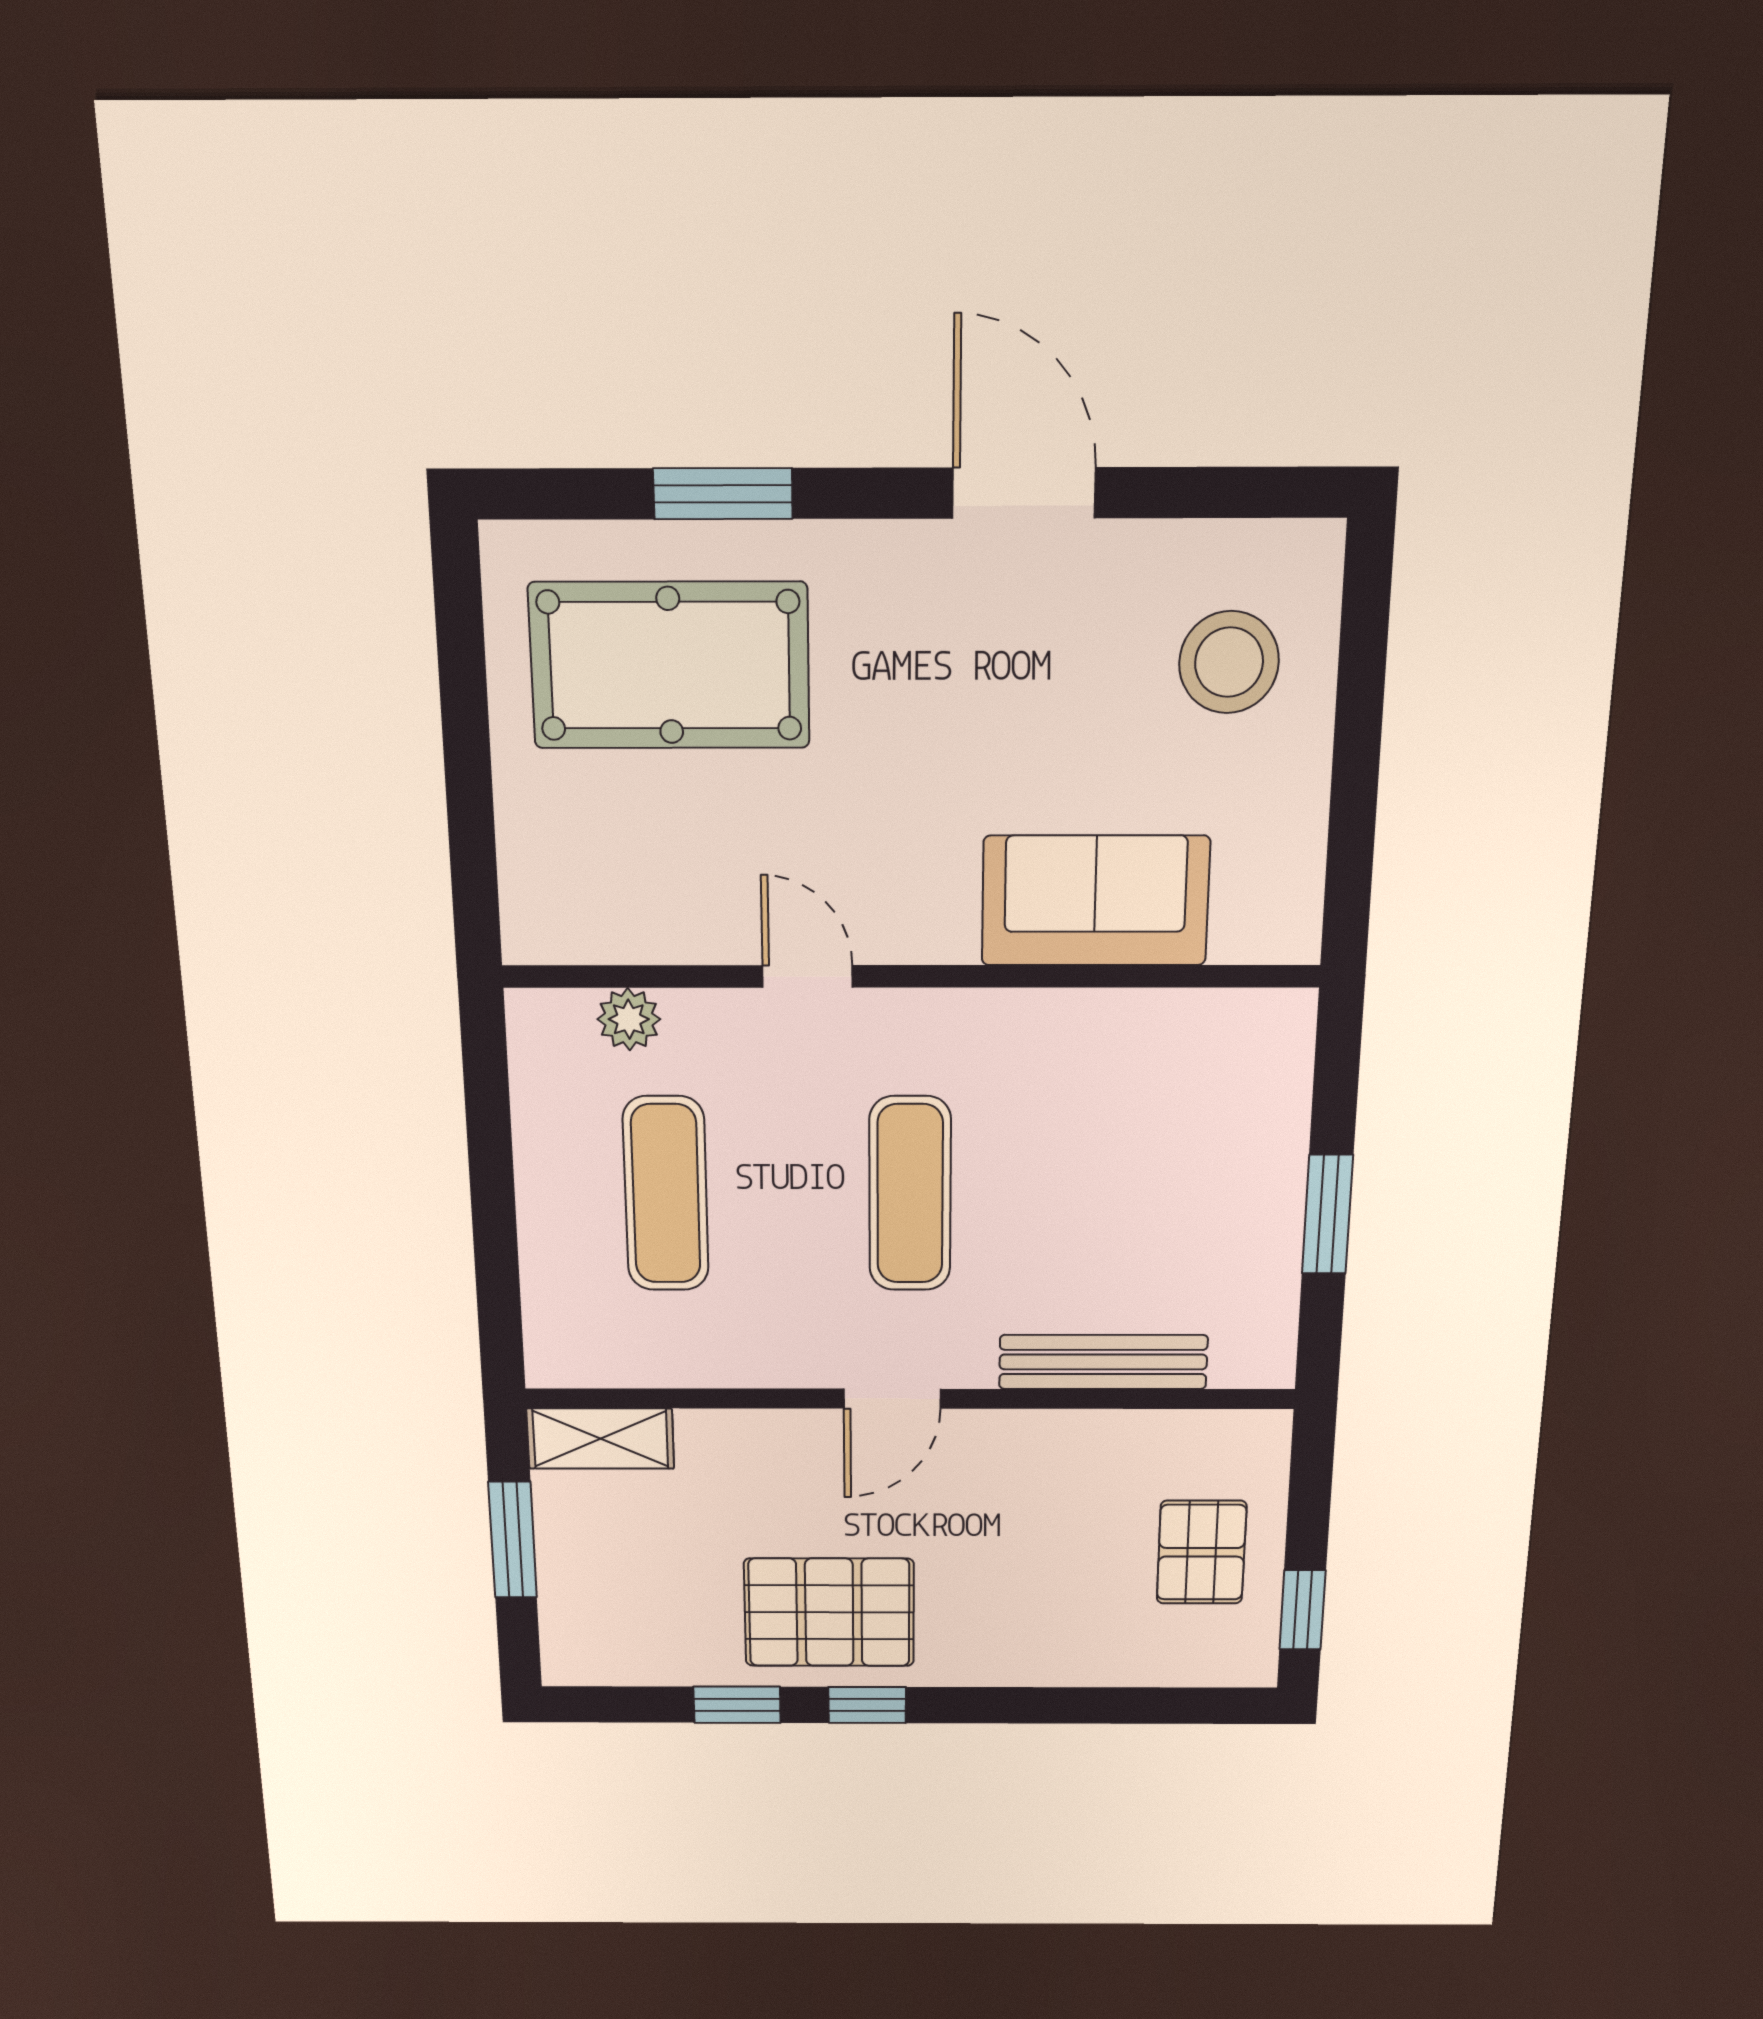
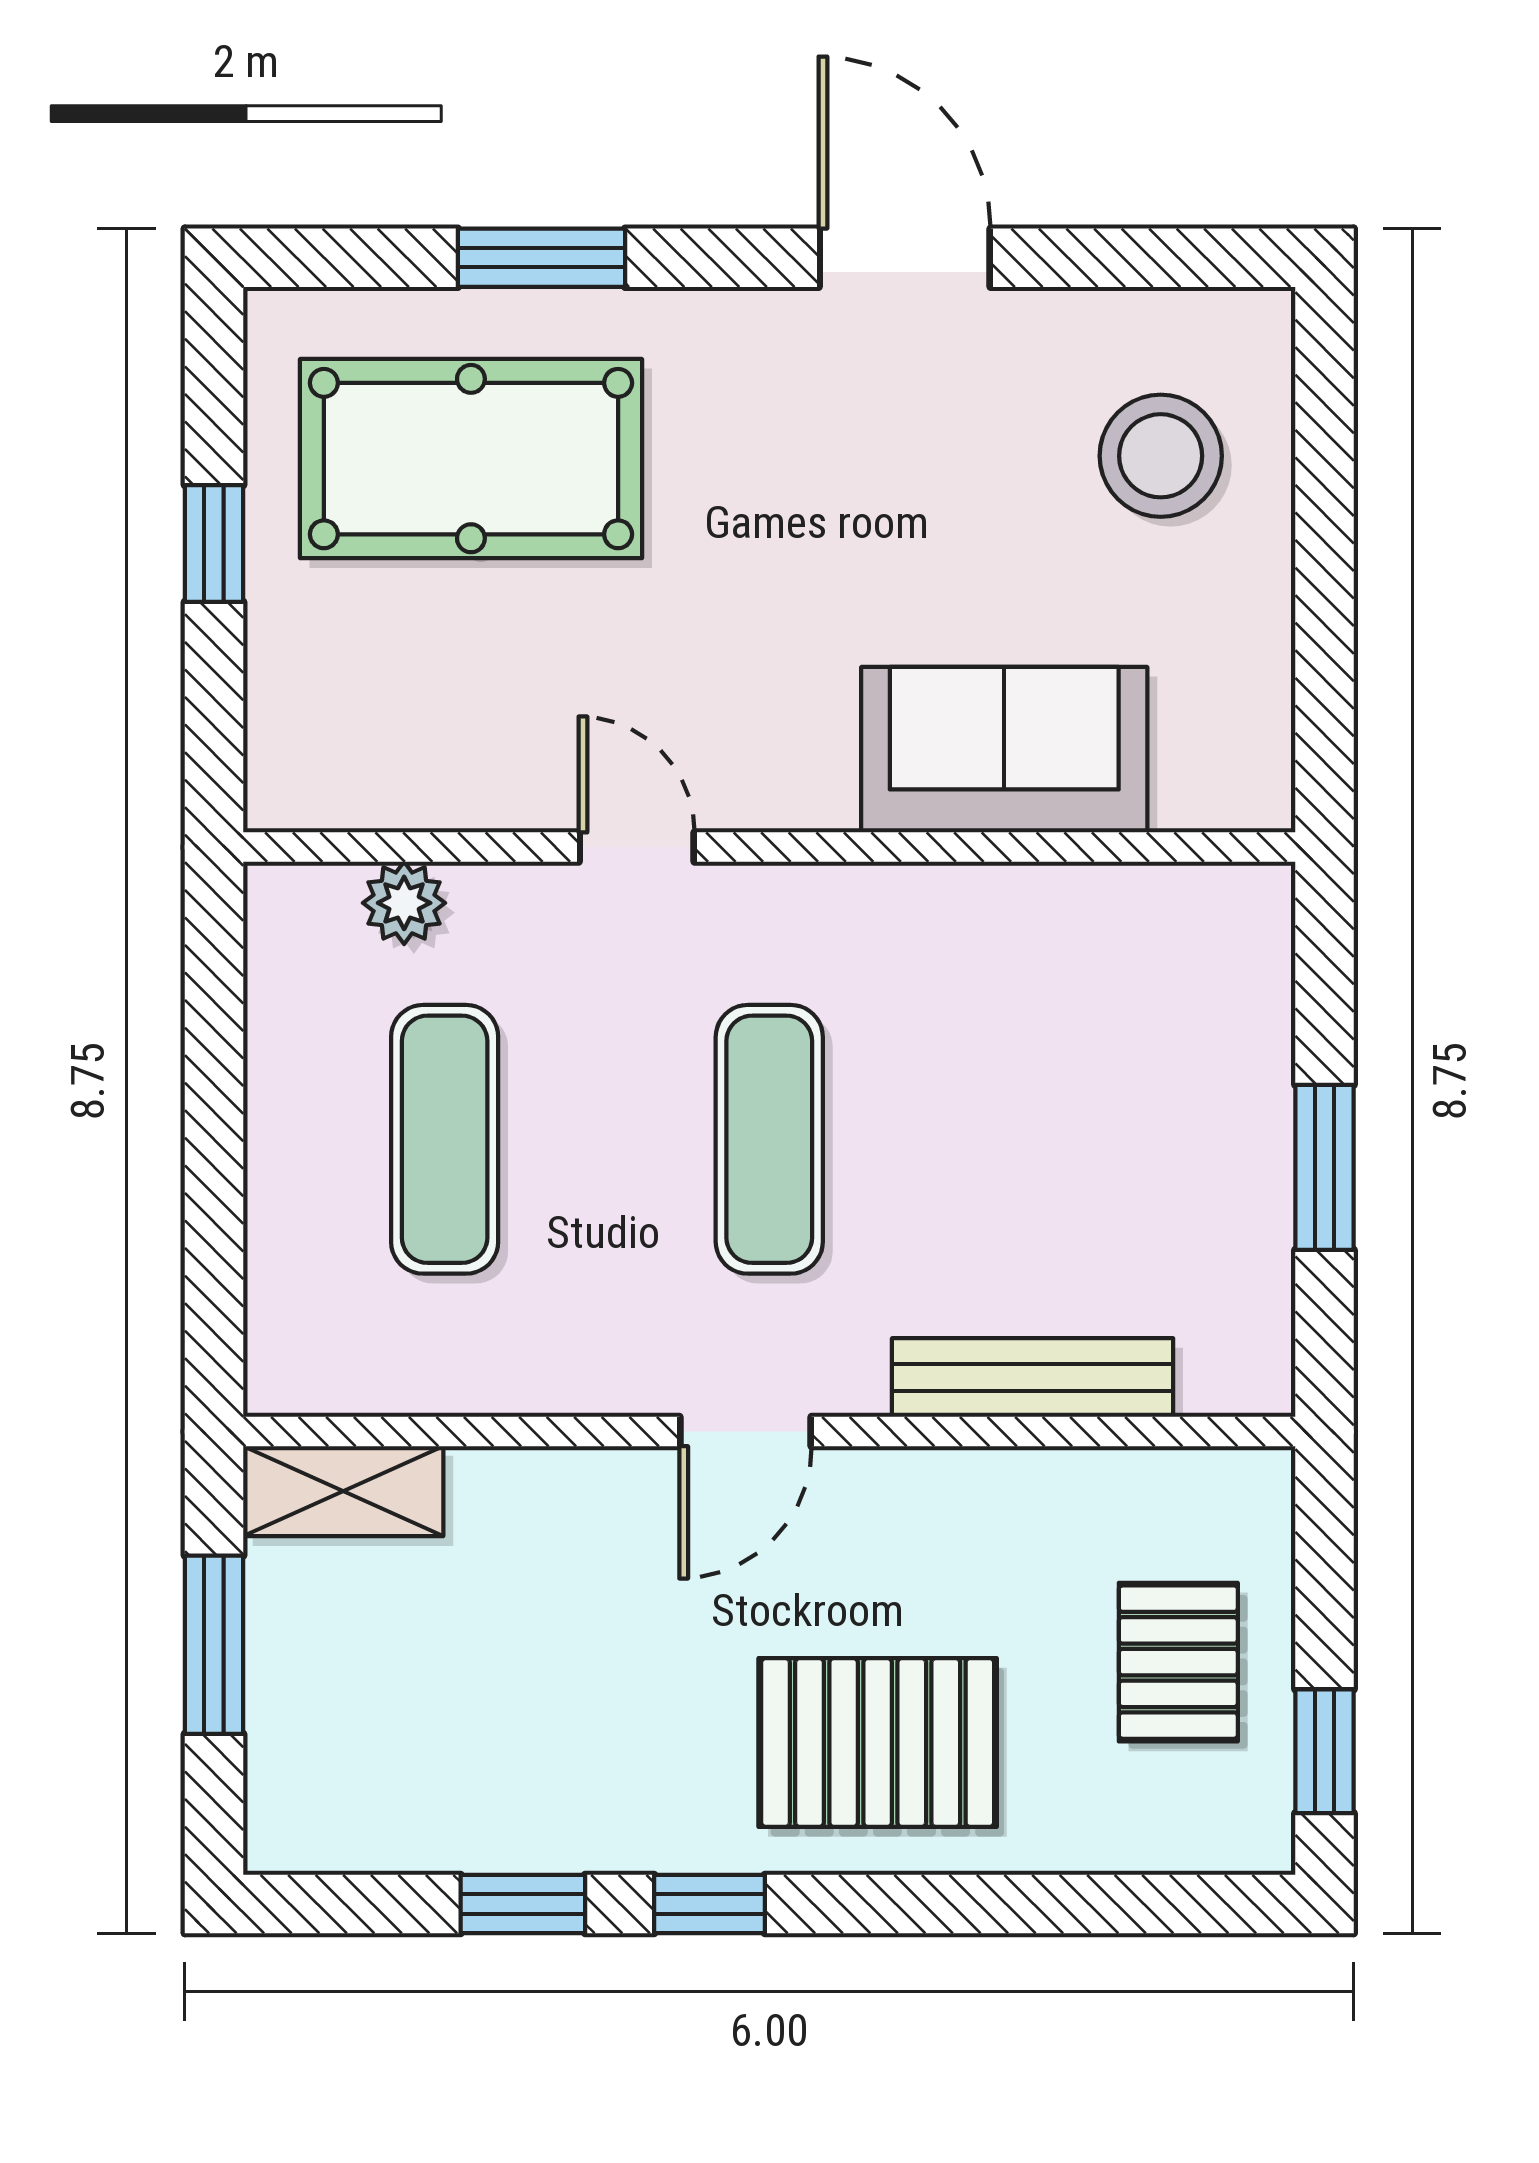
window: (466, 736) -> (214, 543), added
pallet: (829, 1612) -> (878, 1743), moved

